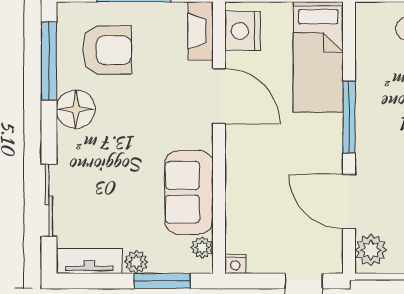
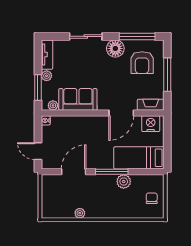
sliding door: (49, 200) -> (86, 36), moved
plant: (371, 250) -> (124, 181), moved

